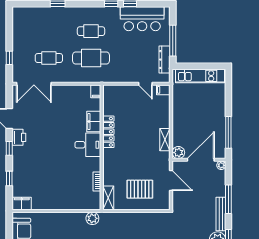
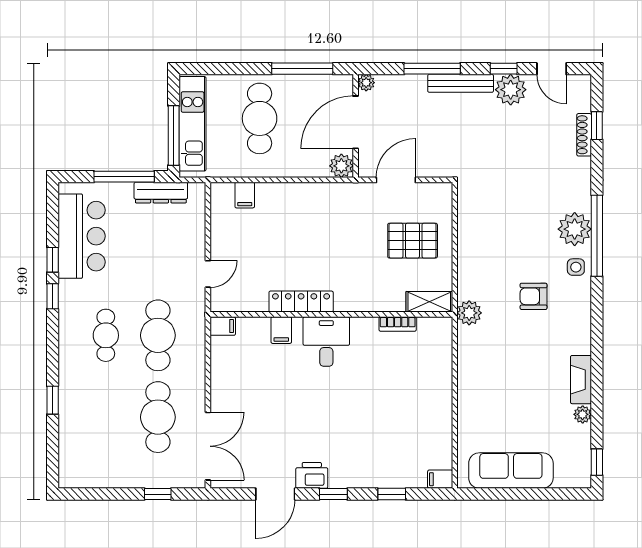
cafe table: (49, 58) -> (158, 417), width x1.37, depth x1.35
window: (194, 66) -> (174, 135), added
door: (145, 84) -> (208, 274), moved
filing cabinet: (163, 90) -> (245, 195), moved
cafe table: (203, 110) -> (260, 118), added
filing cabinet: (94, 122) -> (281, 330), width x0.50
shelving: (165, 140) -> (316, 192), removed
door: (201, 160) -> (356, 122), hinge flipped
pallet: (140, 189) -> (413, 241), turned 90
filing cabinet: (22, 203) -> (440, 479), width x0.50
plant: (92, 218) -> (469, 313), moved

